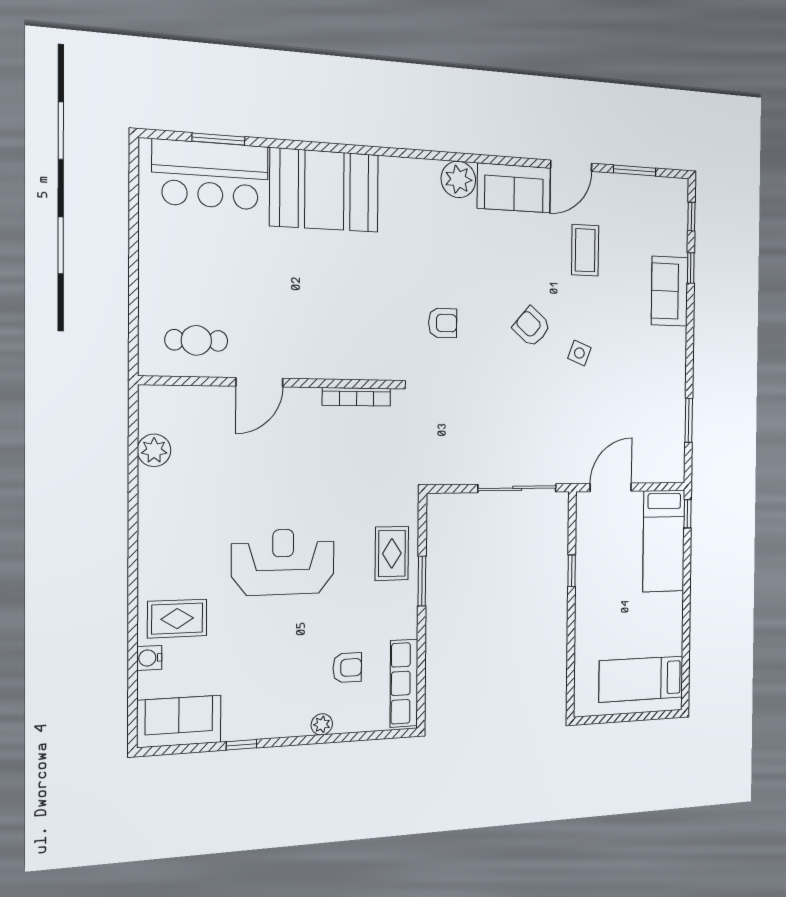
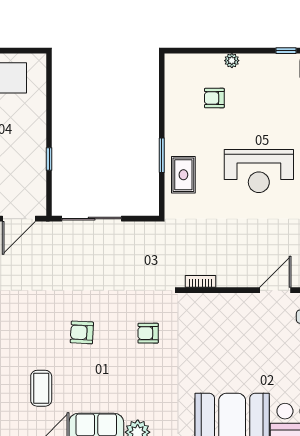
armchair: (532, 327) -> (82, 332), turned 142
side table: (579, 353) -> (45, 315), removed
bookcase: (356, 397) -> (201, 281), width x0.64
row of seats: (404, 683) -> (174, 85), removed

